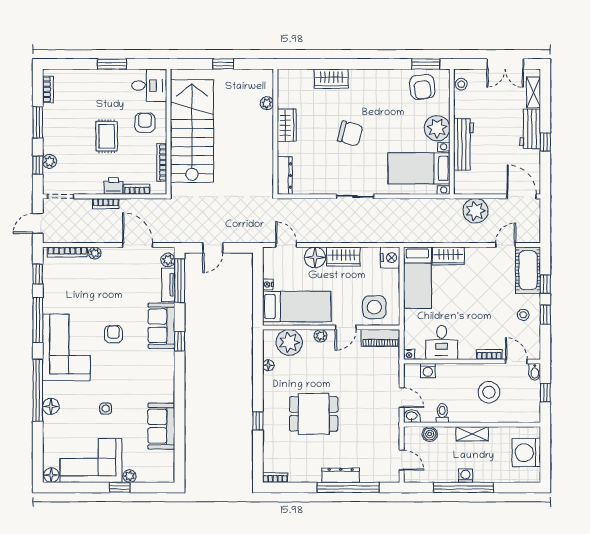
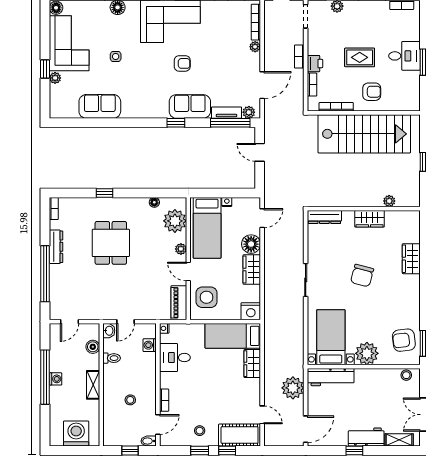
desk: (149, 86) -> (404, 56), moved, turned -90
workbench: (463, 144) -> (331, 377), moved
stool: (489, 392) -> (130, 400), width x0.53, depth x0.53
dresser: (341, 475) -> (56, 247), moved

